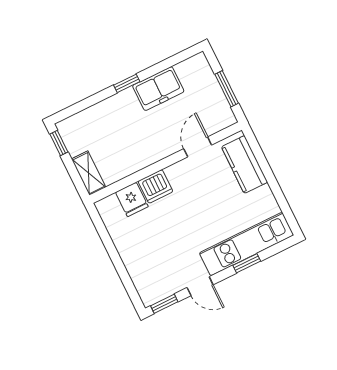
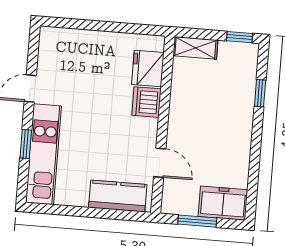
window: (127, 83) -> (260, 93), moved
freezer: (158, 89) -> (223, 203), moved, turned 90
fridge: (132, 199) -> (148, 68), width x1.38
window: (164, 304) -> (34, 46), removed

